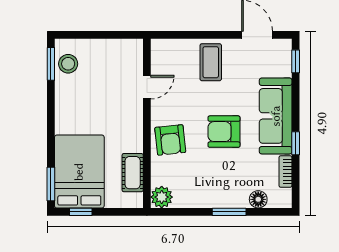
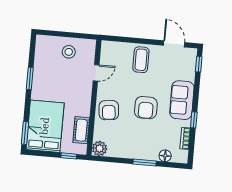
window: (51, 64) -> (30, 78), moved
stool: (68, 64) -> (69, 52), moved
sofa: (276, 116) -> (182, 100), width x0.73
armchair: (224, 132) -> (146, 108), turned -90
window: (81, 212) -> (69, 156), moved

